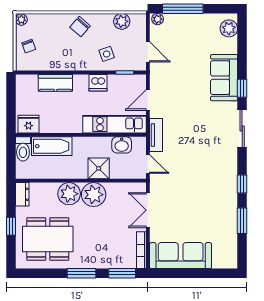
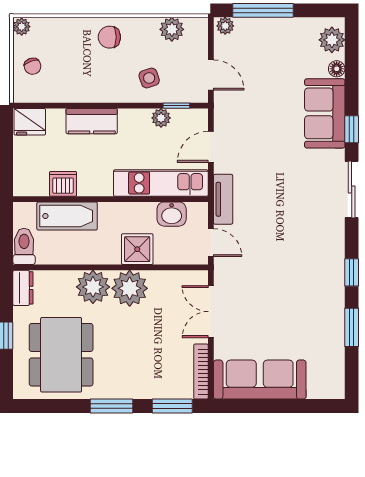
chair: (80, 27) -> (109, 37), turned 49
floor lamp: (232, 48) -> (337, 69), added
plant: (115, 81) -> (161, 118), added
kitchen counter: (55, 83) -> (92, 121), moved
dishwasher: (98, 83) -> (63, 184), moved, turned 180
fridge: (28, 124) -> (30, 122), moved, turned 180
toilet: (23, 149) -> (24, 246), moved, turned 180
dining table: (48, 239) -> (61, 355), turned 90

